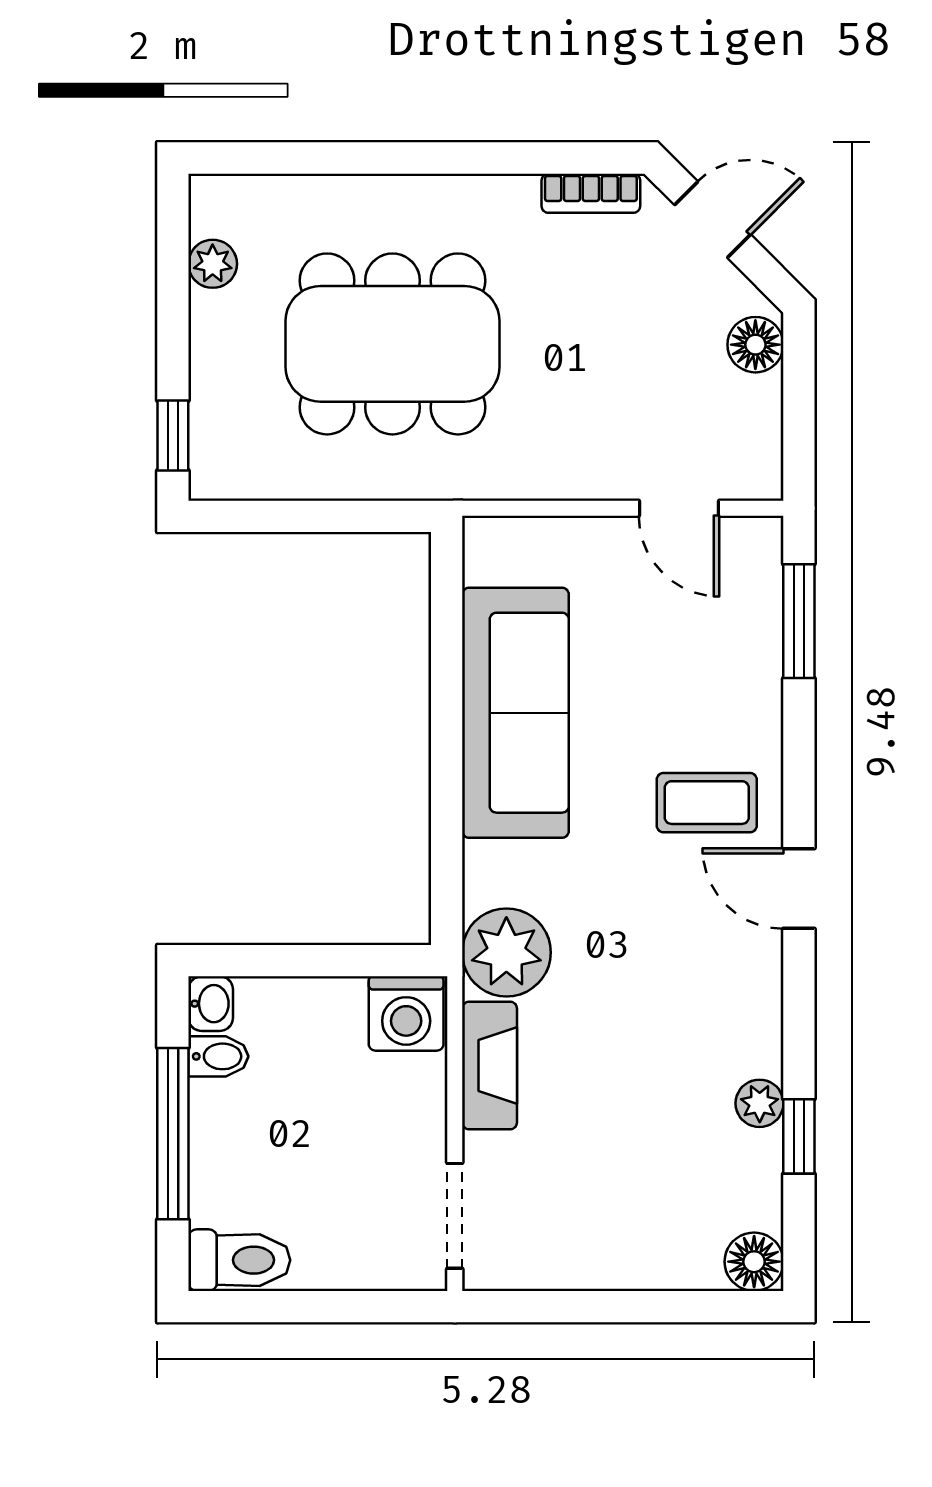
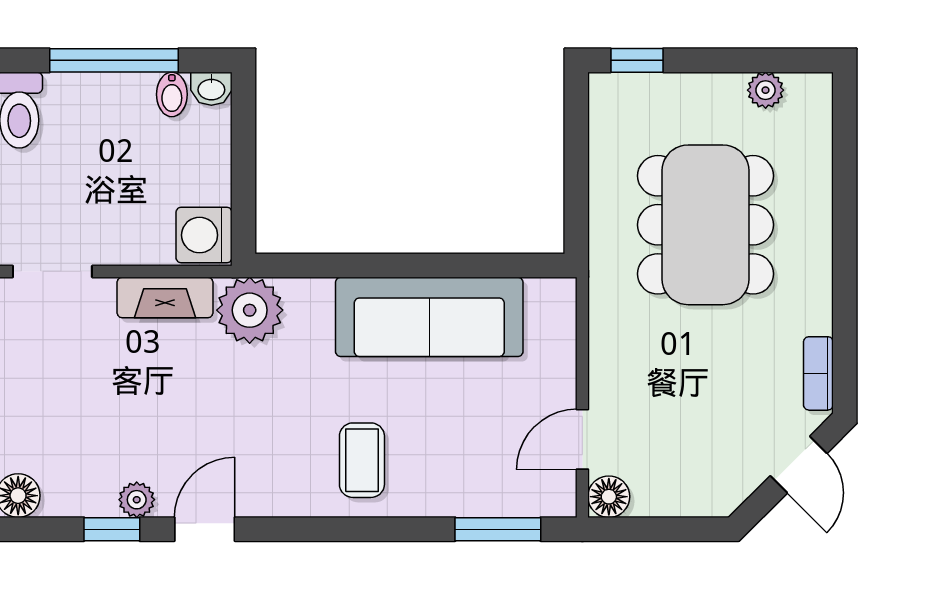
floor lamp: (755, 345) -> (609, 497), moved
door: (799, 888) -> (205, 529), moved

